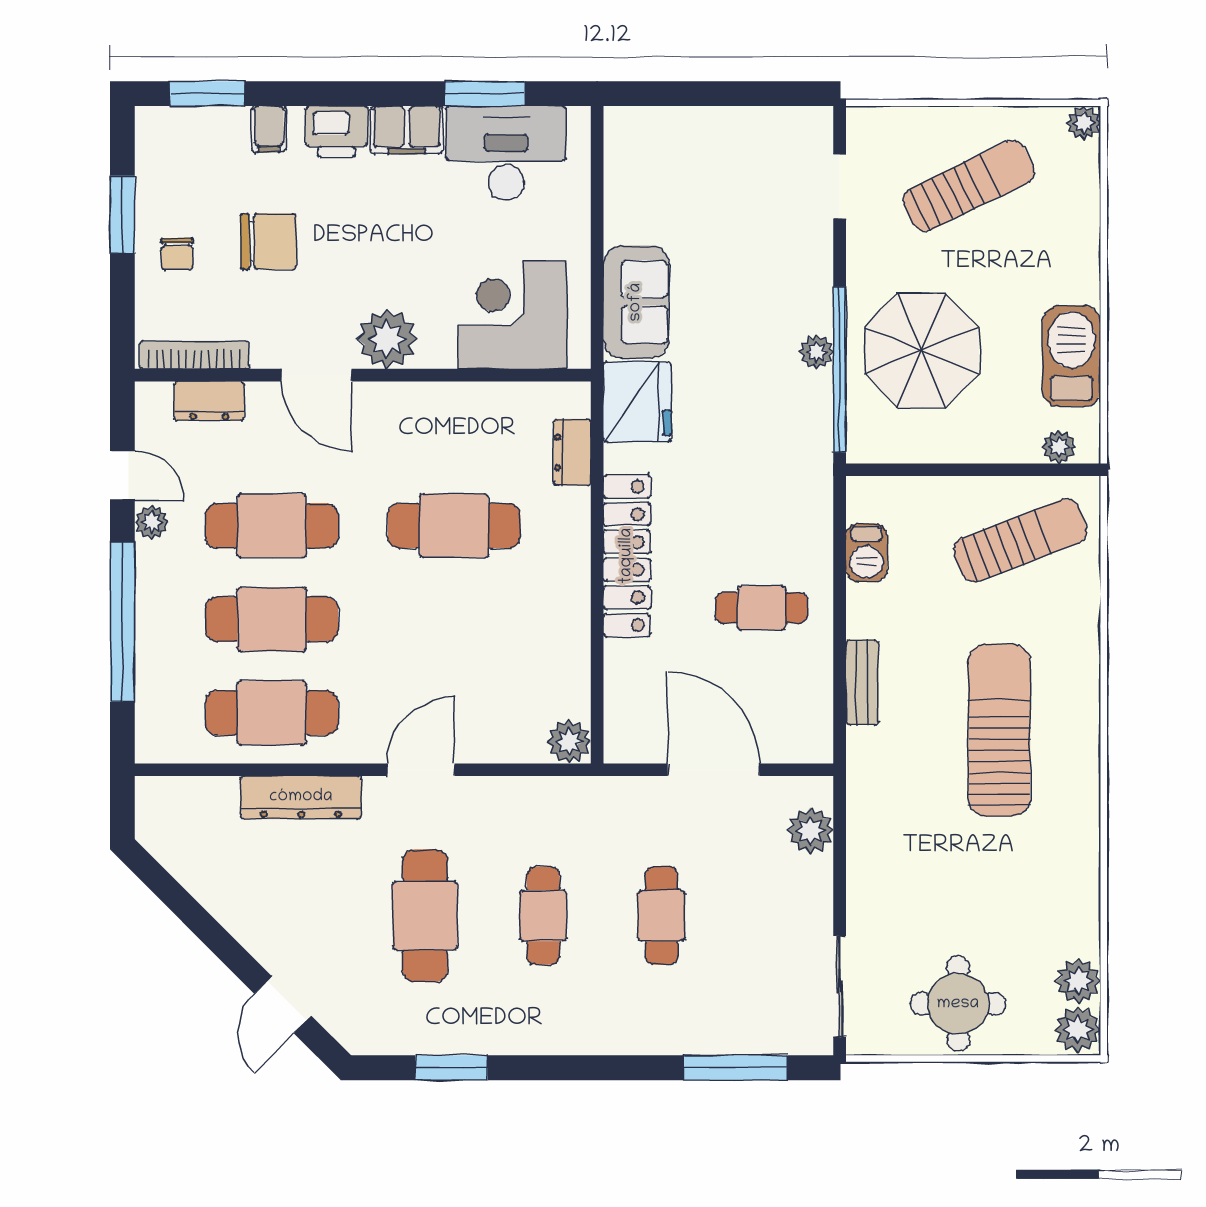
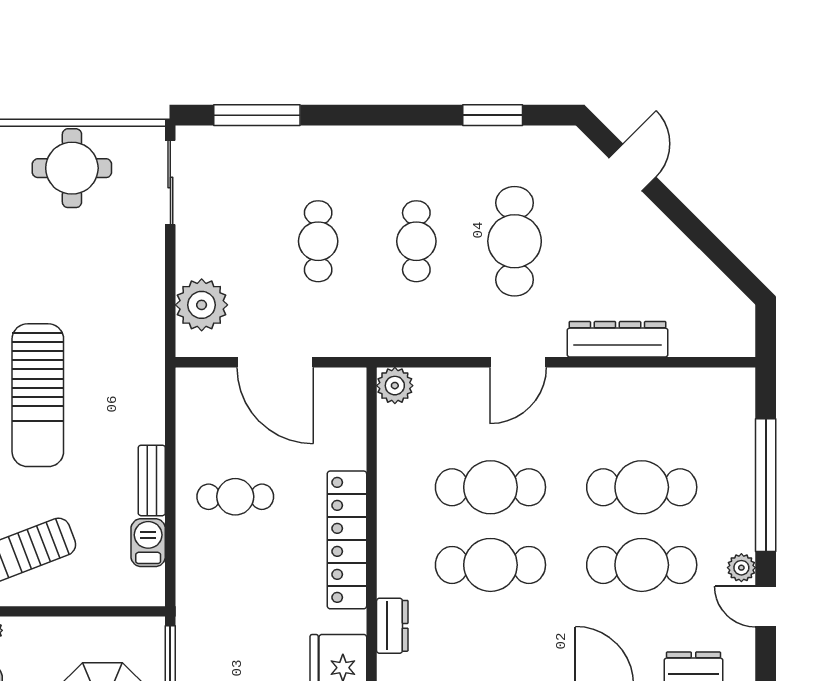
bench: (862, 682) -> (152, 480), moved
cafe table: (272, 713) -> (490, 487), moved
plant: (810, 831) -> (202, 305), width x1.36, depth x1.36

